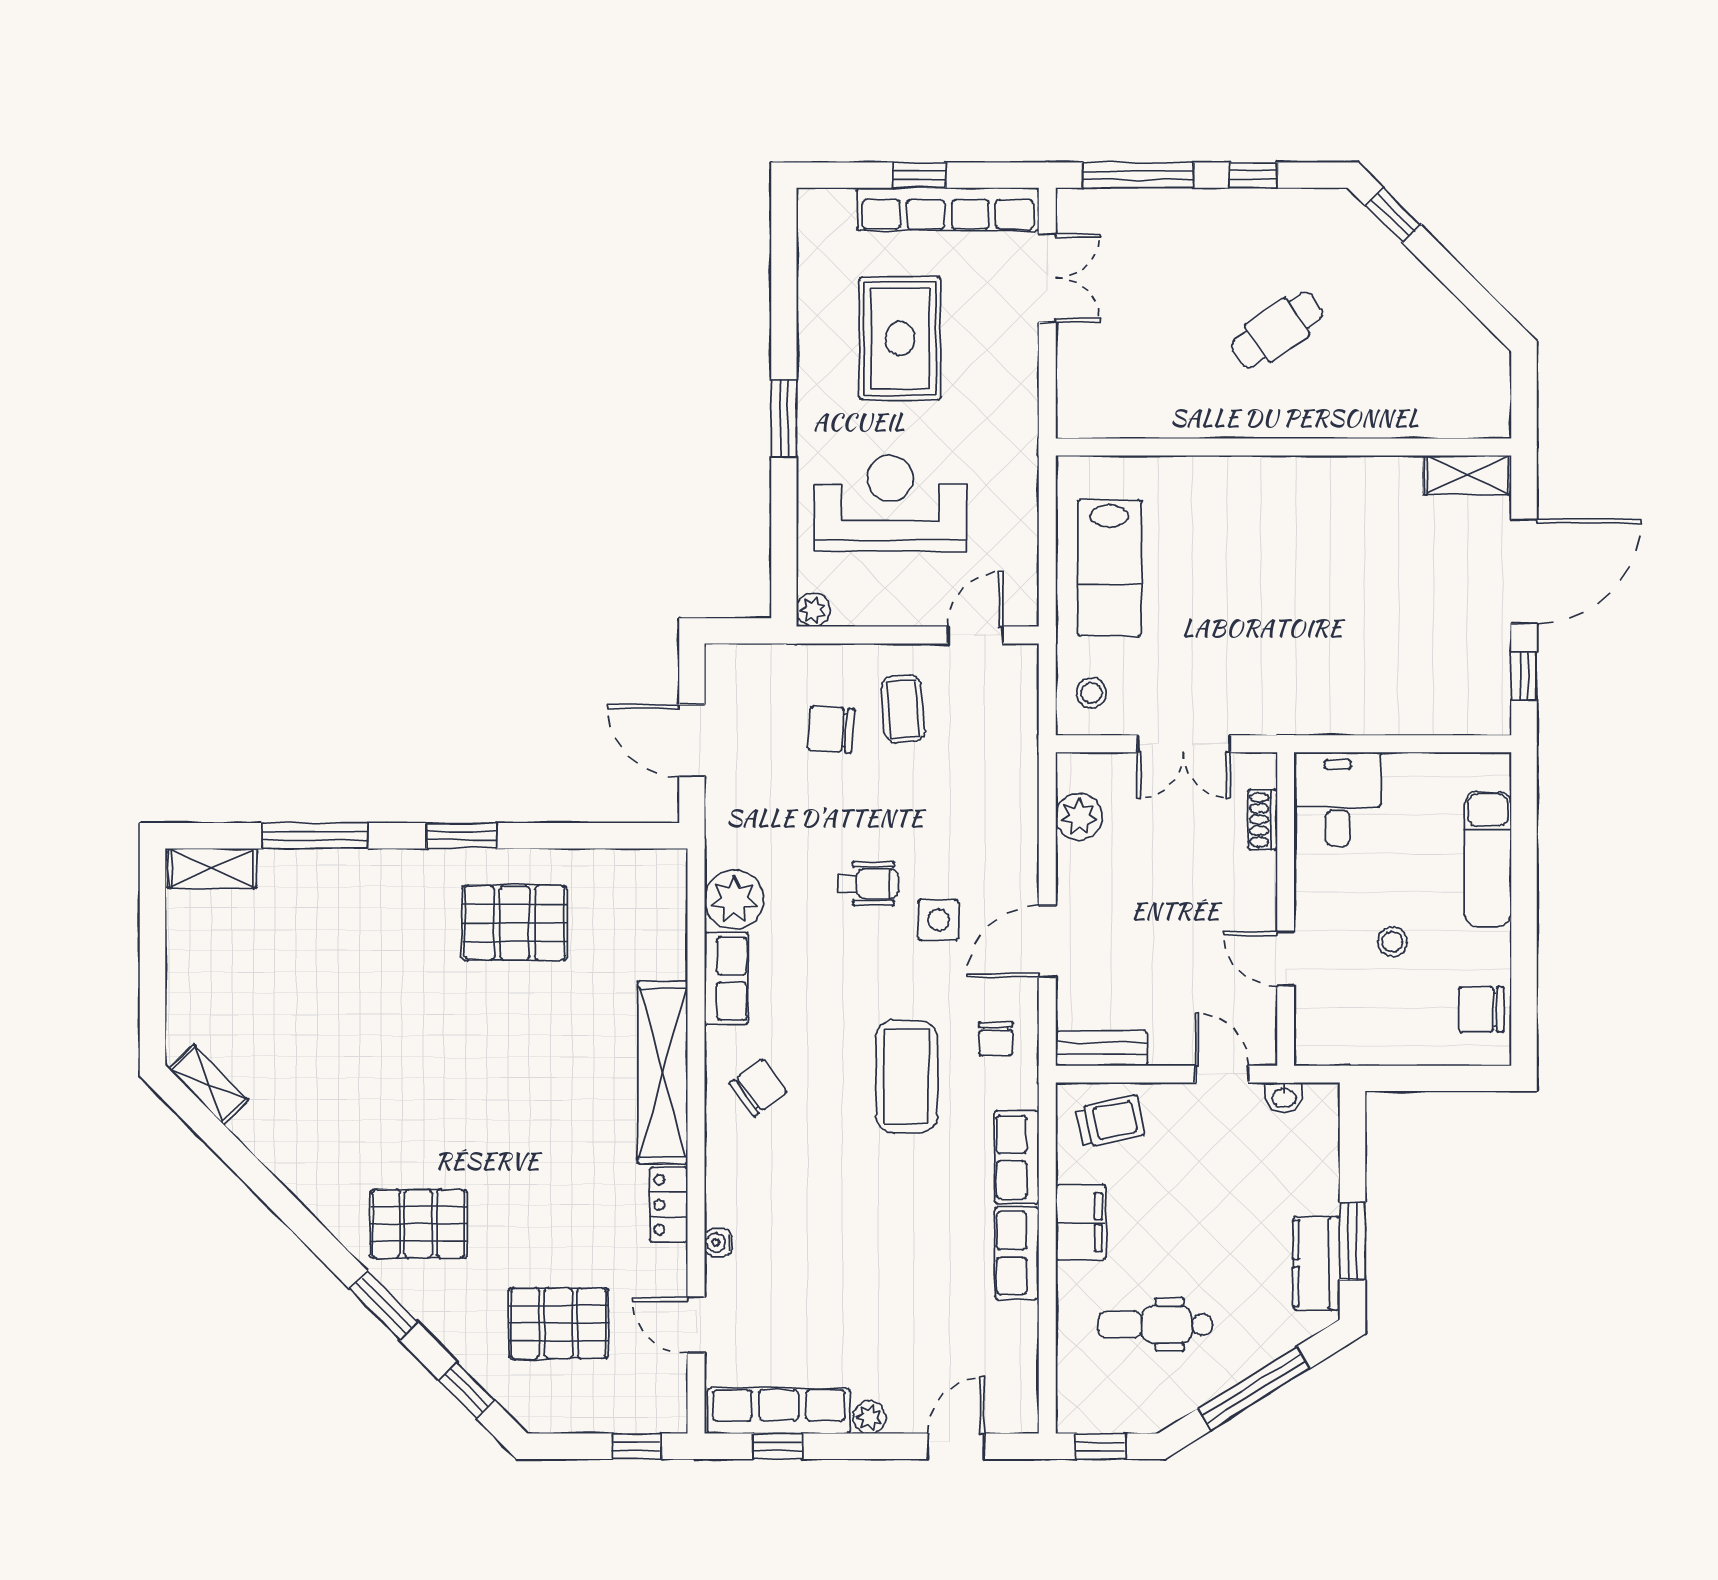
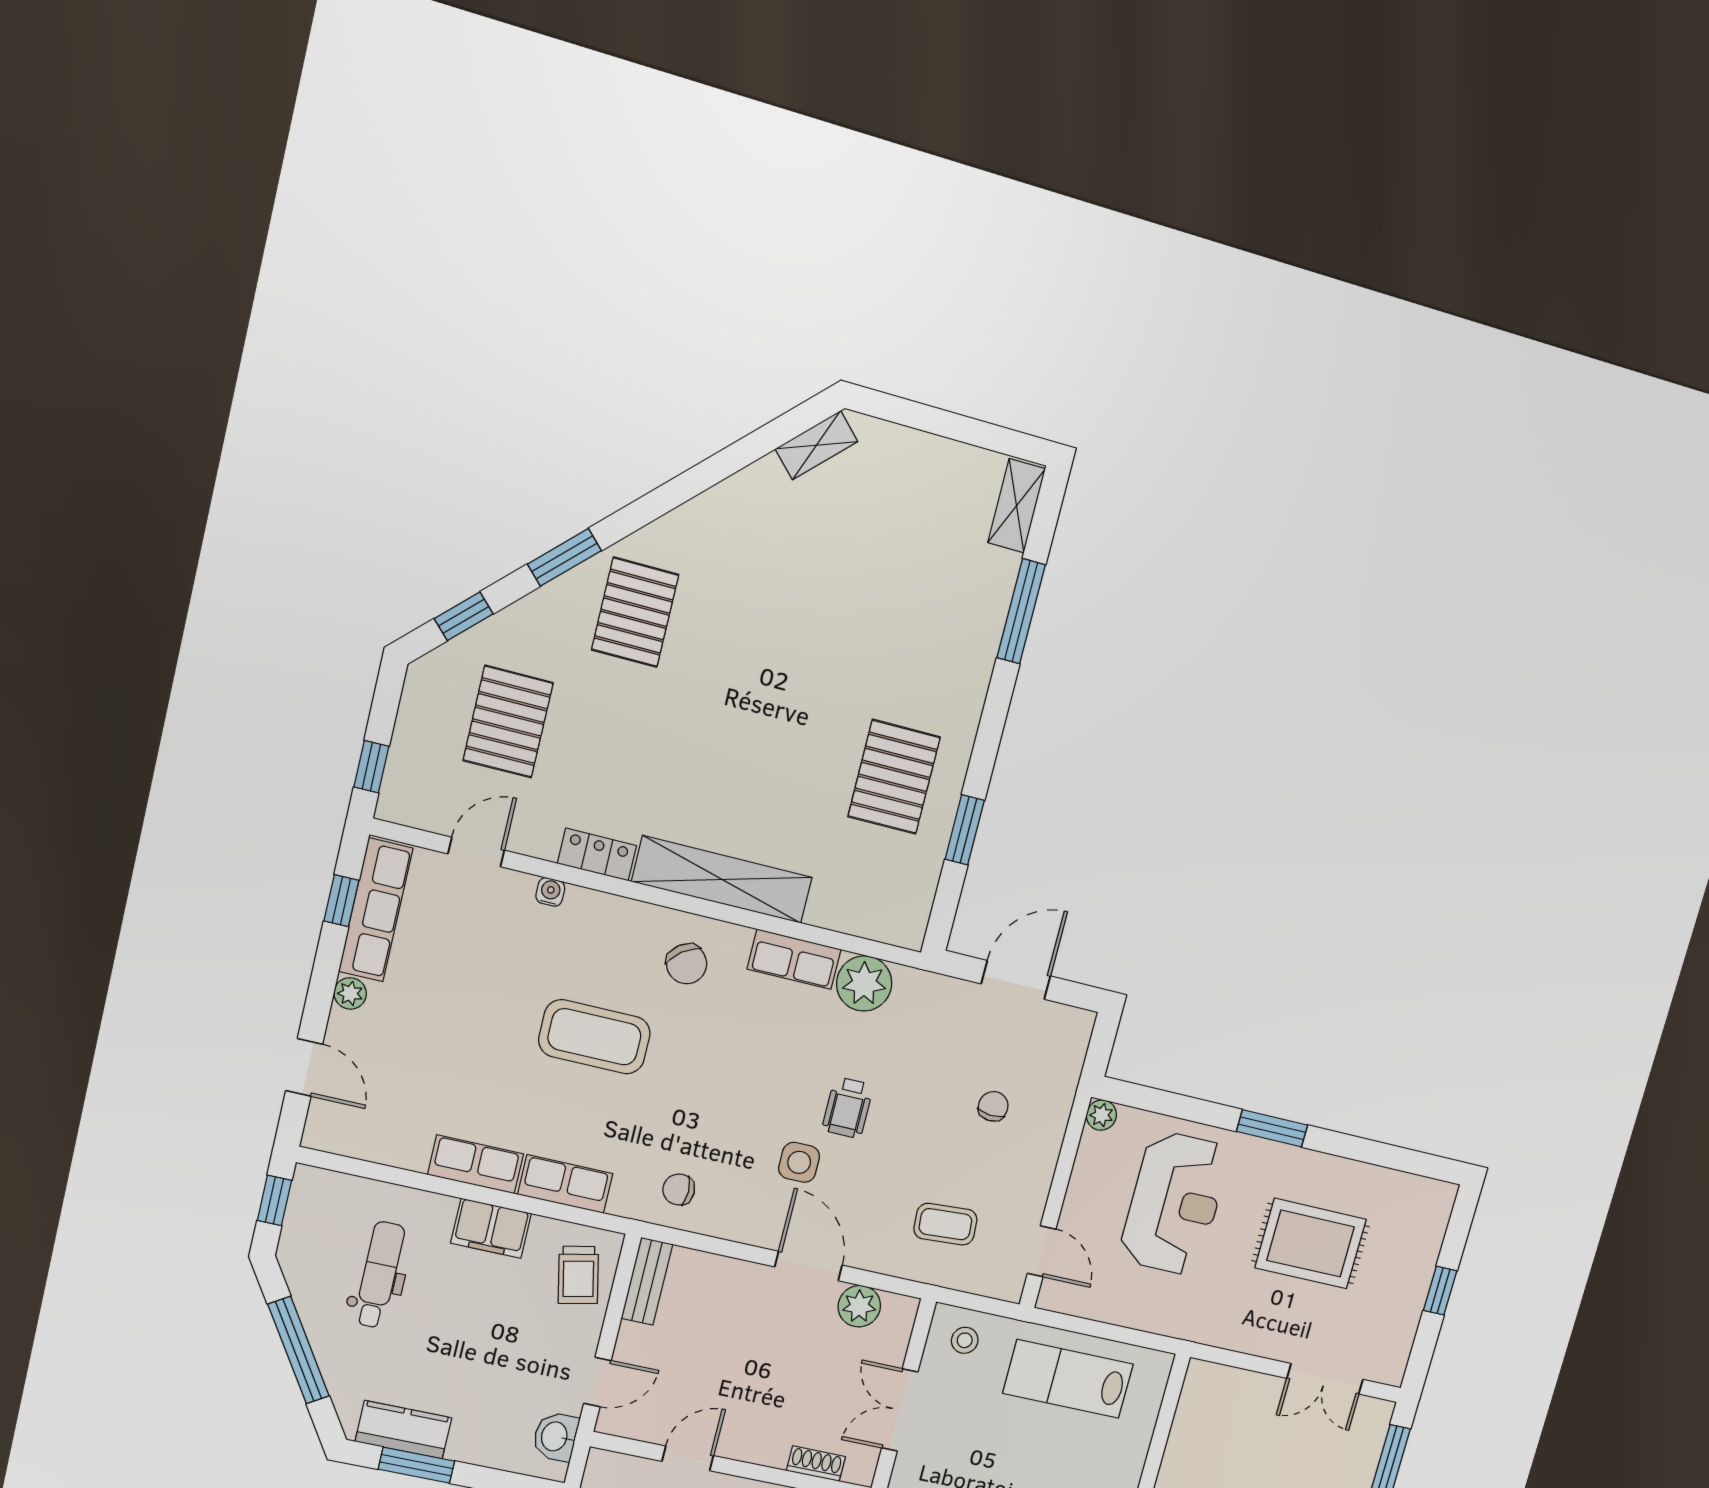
row of seats: (948, 209) -> (1405, 1308), removed
coffee table: (903, 709) -> (945, 1224), moved
chair: (831, 729) -> (993, 1106), width x0.73, depth x0.73
window: (462, 836) -> (965, 830), moved
door: (1047, 941) -> (809, 1266), moved
coffee table: (907, 1077) -> (594, 1037), moved
washbasin: (1284, 1097) -> (555, 1437), width x1.38, depth x1.45

